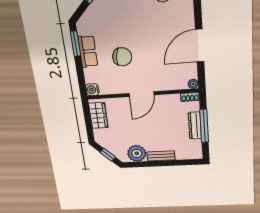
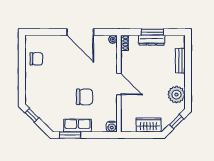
chair: (122, 57) -> (84, 97), turned 83
wardrobe: (98, 115) -> (149, 125), moved
window: (204, 126) -> (152, 32), width x0.69
bench: (161, 156) -> (180, 61), moved

